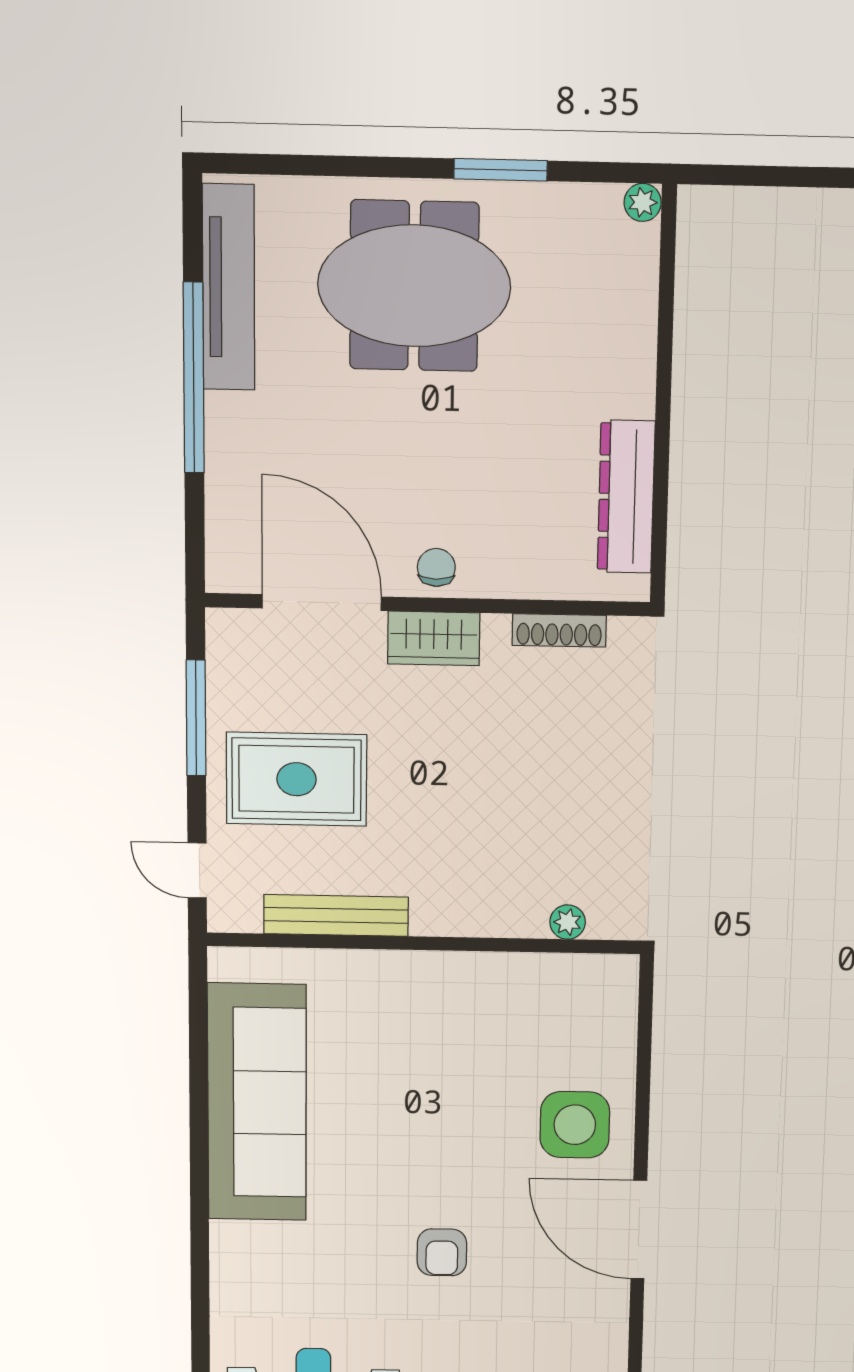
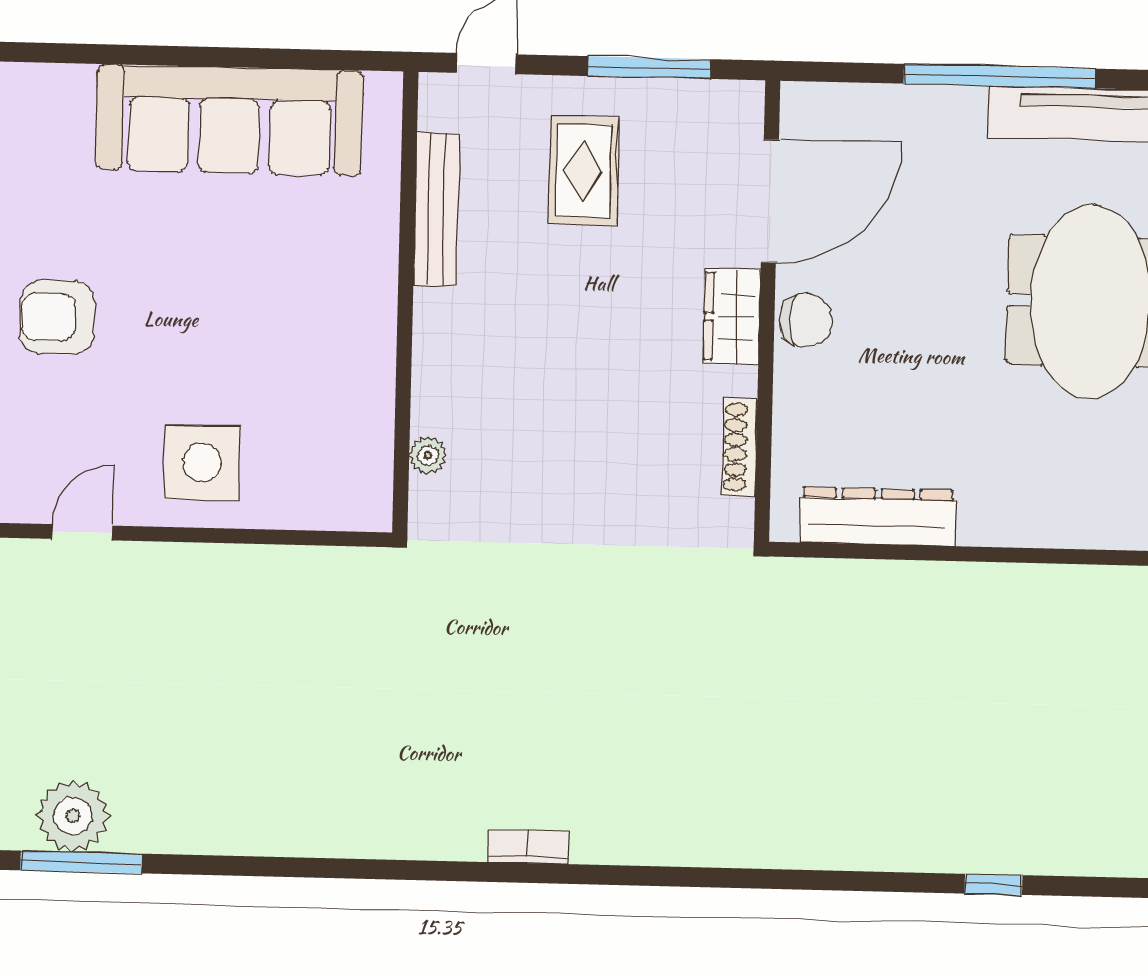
chair: (436, 567) -> (806, 320), width x1.37, depth x1.37
rug: (297, 779) -> (584, 171), width x0.73, depth x0.70
door: (639, 1230) -> (82, 532), width x0.53
armchair: (442, 1252) -> (57, 317), width x1.38, depth x1.38

